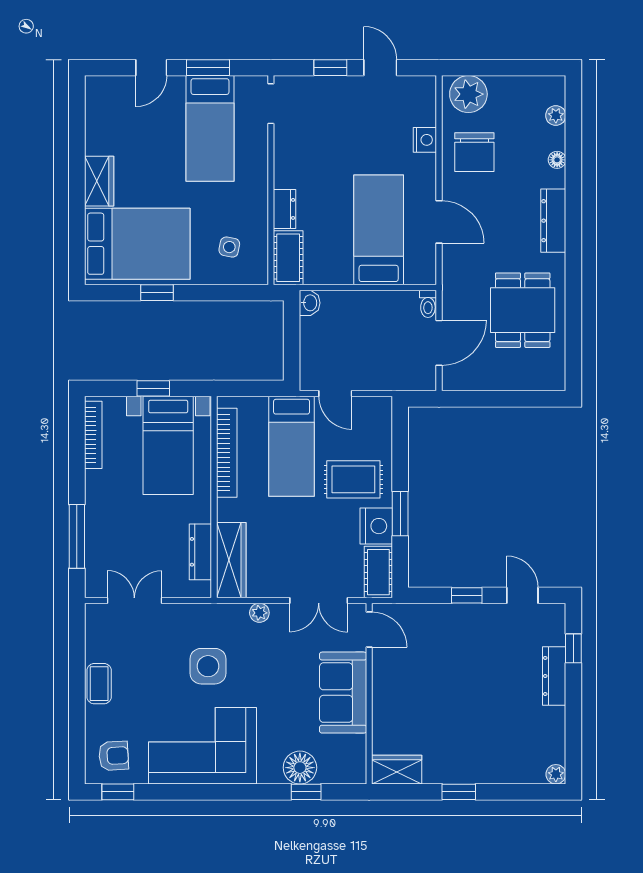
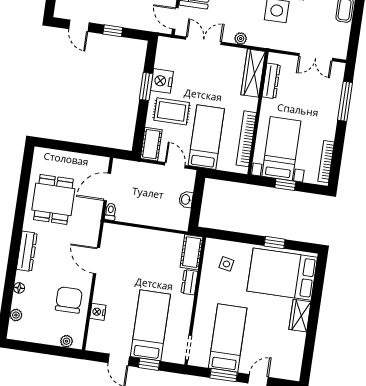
plant: (468, 94) -> (66, 341), width x0.53, depth x0.53
bed: (379, 230) -> (150, 325), moved, turned 180
washbasin: (310, 303) -> (186, 200), moved
cot: (378, 572) -> (151, 144), moved

